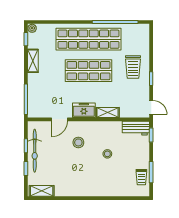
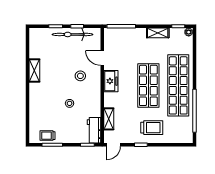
trolley: (133, 67) -> (152, 128), turned 180
shelving: (108, 112) -> (109, 119), moved
shelving: (42, 191) -> (34, 70), moved

